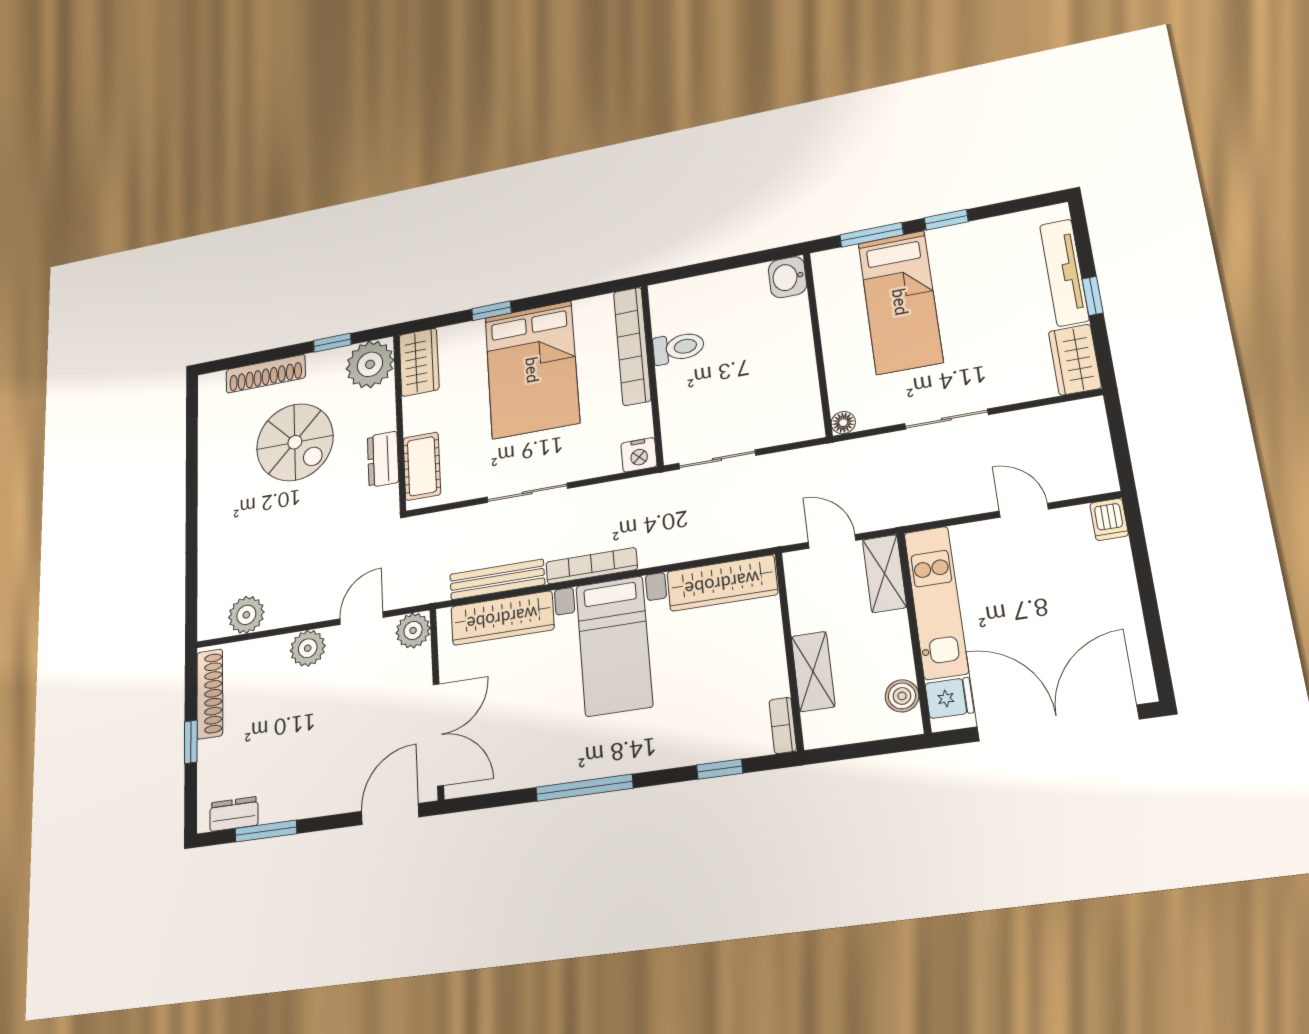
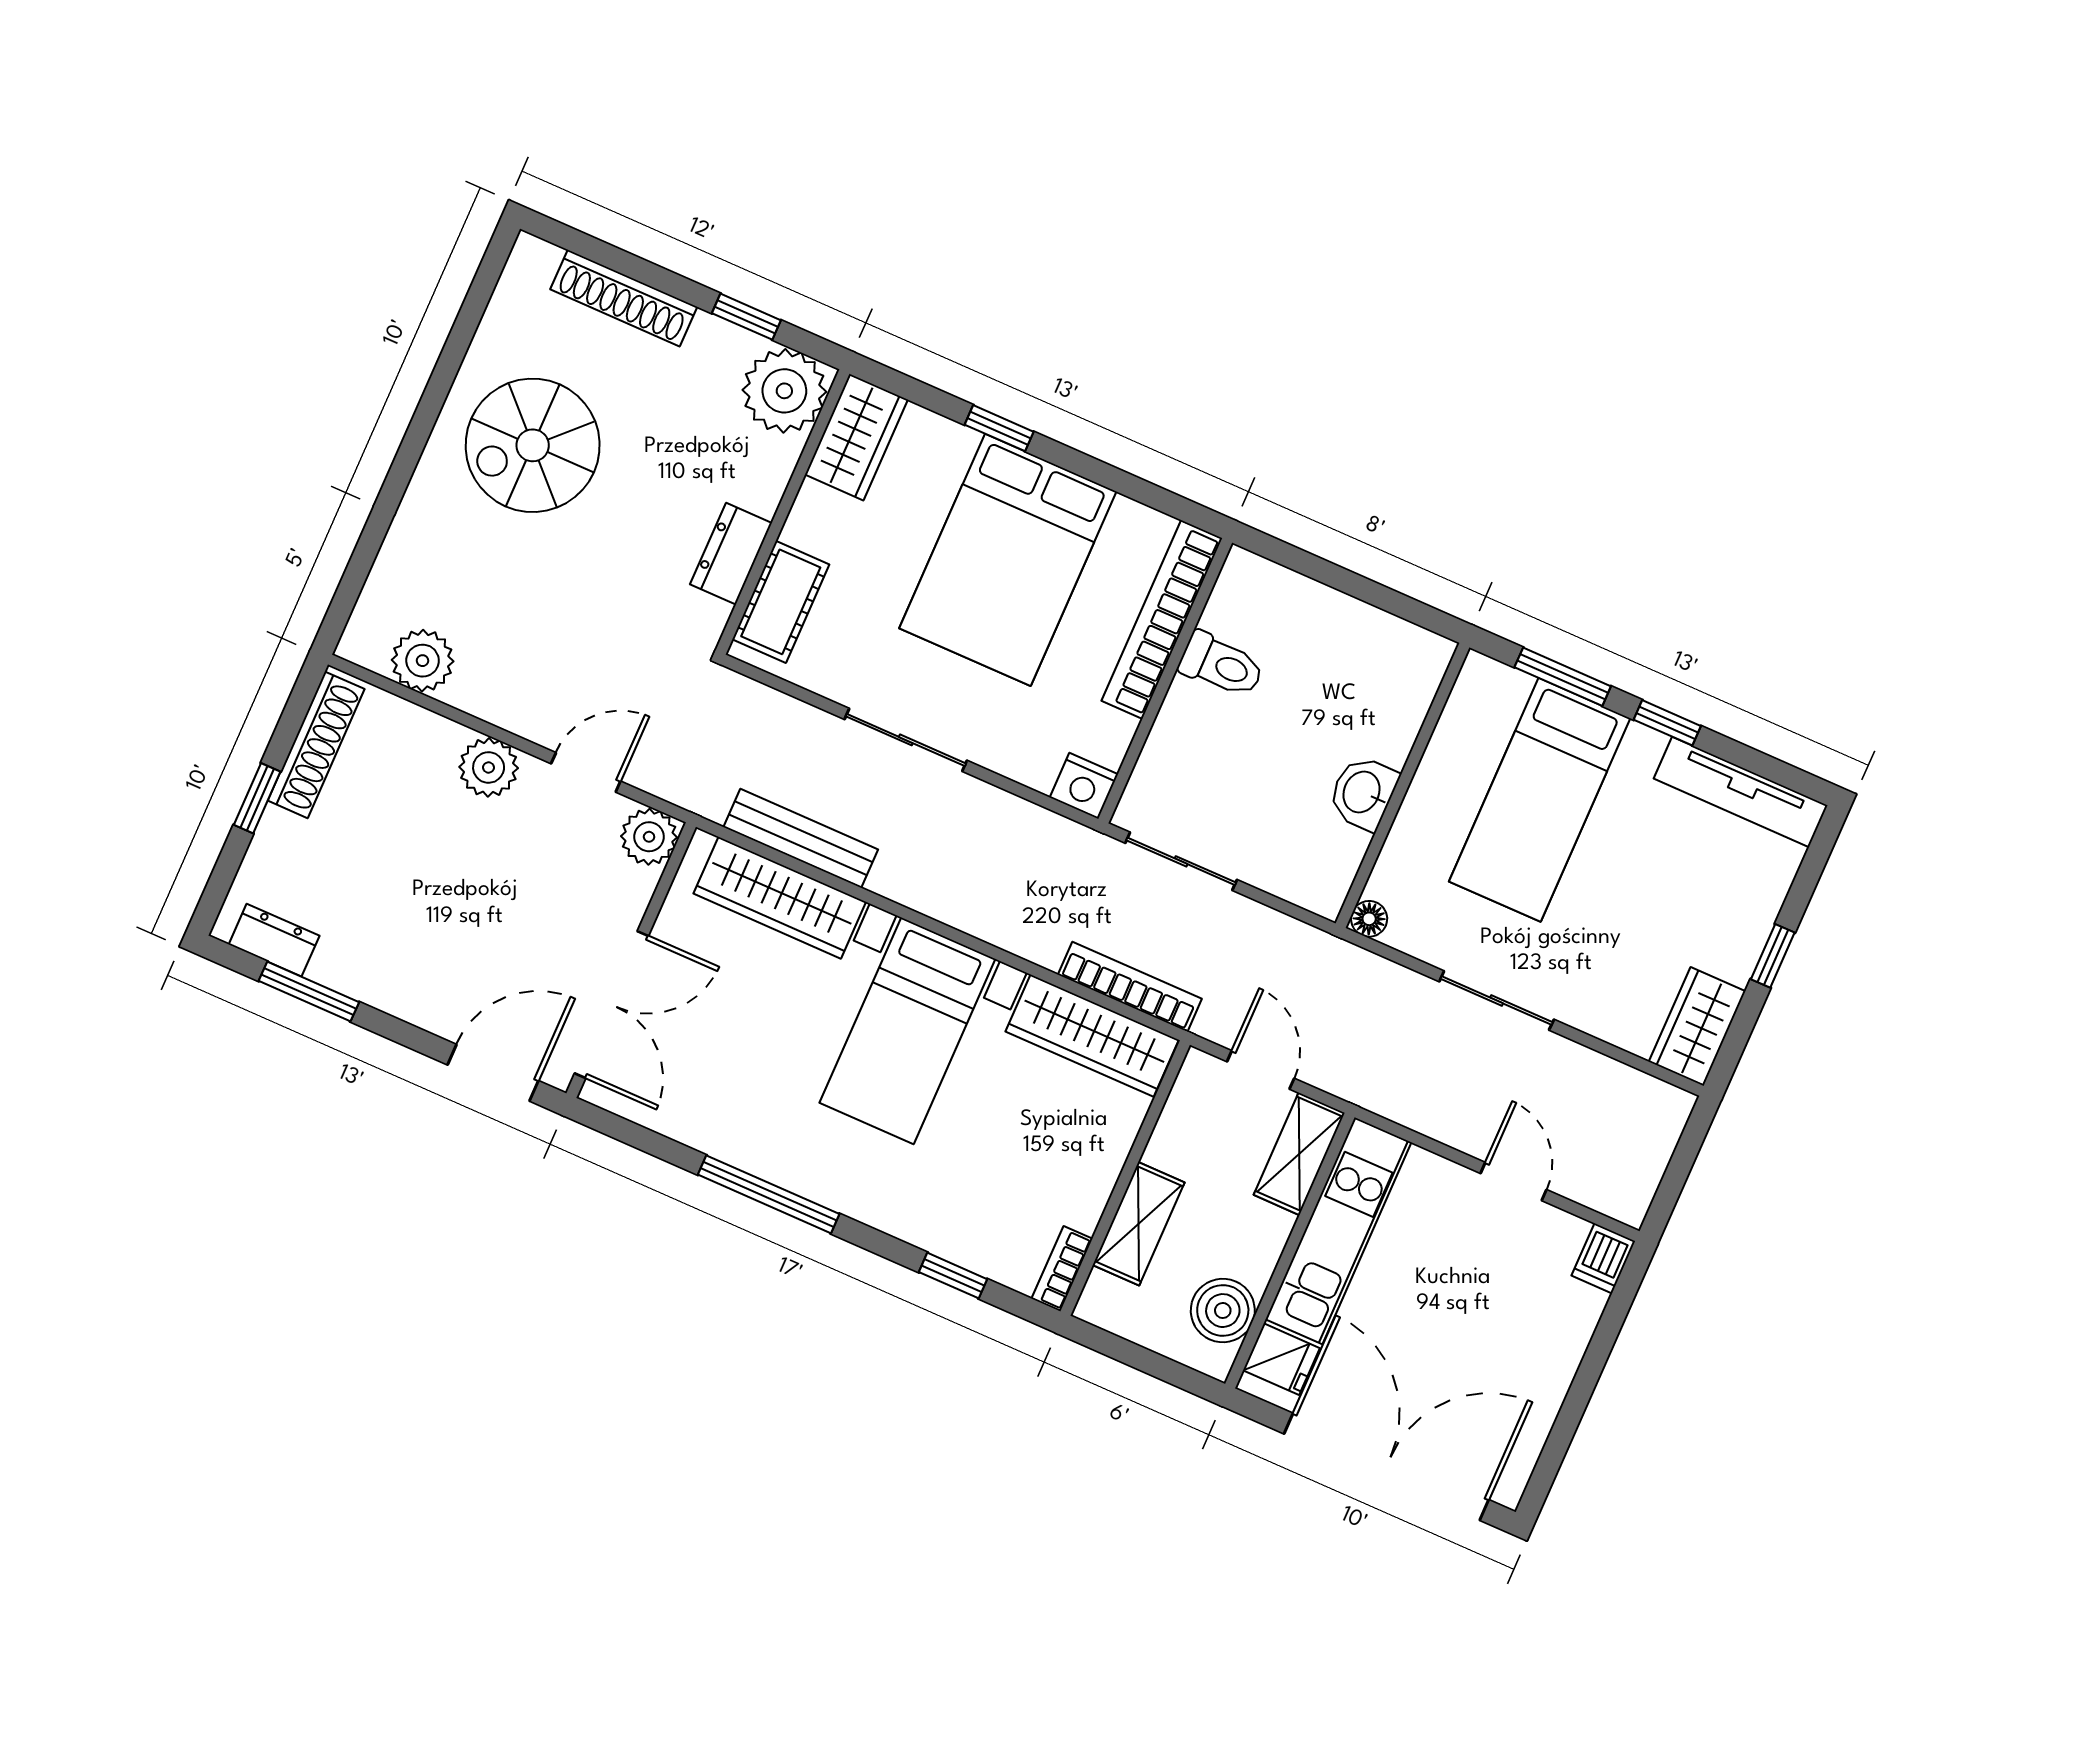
tv unit: (1064, 273) -> (1741, 792), moved, turned -90
washbasin: (788, 277) -> (1363, 793), moved
spiral stairs: (295, 442) -> (533, 445), moved, turned 90
bookcase: (592, 566) -> (1130, 987), moved
boiler: (902, 696) -> (1223, 1311), width x1.36, depth x1.36

